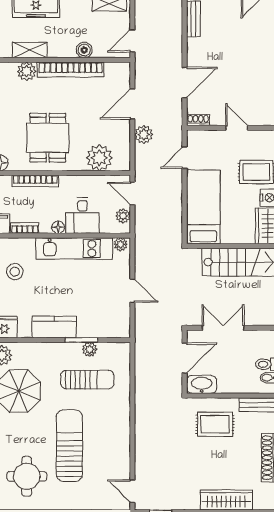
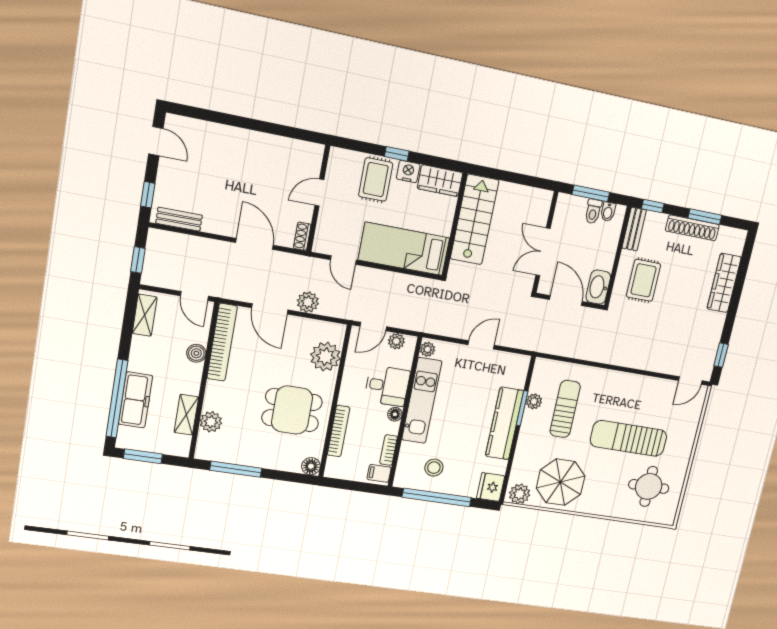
bookcase: (71, 70) -> (222, 342), moved
kitchen counter: (54, 327) -> (504, 423), width x1.50

